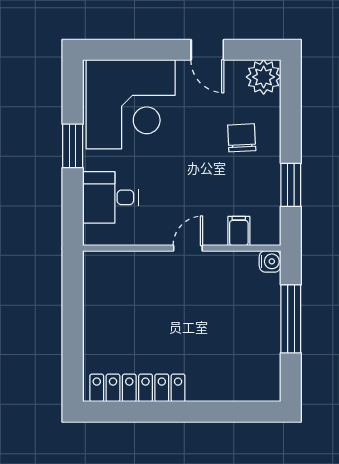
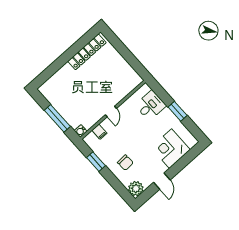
door: (207, 50) -> (162, 181), swing flipped
corner desk: (131, 104) -> (170, 149), width x0.74, depth x0.74

